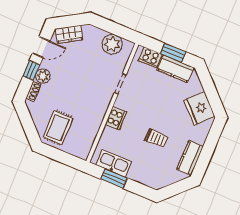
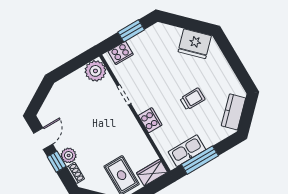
wardrobe: (69, 34) -> (152, 173), moved, turned -149
plant: (112, 44) -> (95, 71), moved
kitchen counter: (175, 69) -> (146, 39), removed
kitchen counter: (190, 158) -> (233, 112), moved, turned 45
window: (114, 179) -> (200, 160), width x1.44

